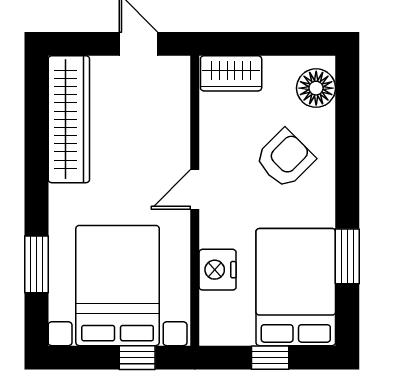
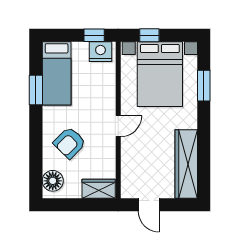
nightstand: (218, 270) -> (100, 52), moved, turned -90
bed: (296, 287) -> (57, 73), width x0.67
window: (270, 358) -> (94, 35), moved

